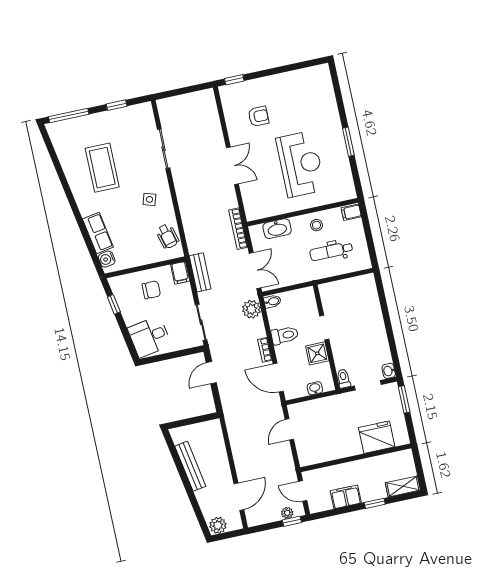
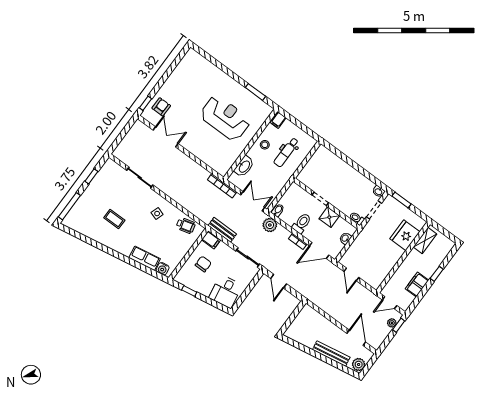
armchair: (258, 116) -> (161, 107), moved
window: (348, 142) -> (255, 92), moved
double door: (232, 166) -> (166, 137), moved
coffee table: (102, 168) -> (114, 219), width x0.54, depth x0.58
bench: (190, 466) -> (331, 354), moved
shelving: (403, 486) -> (425, 240), moved

